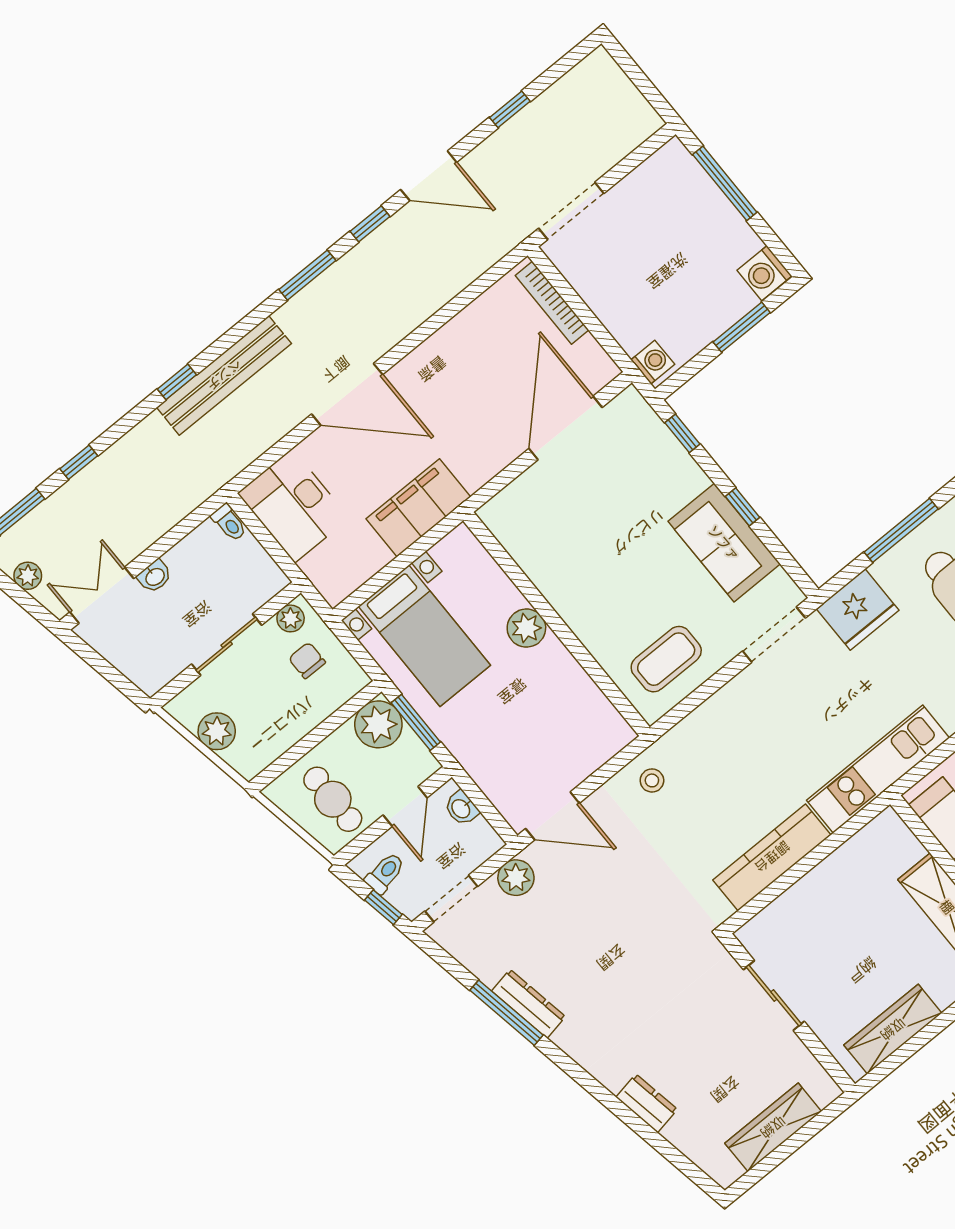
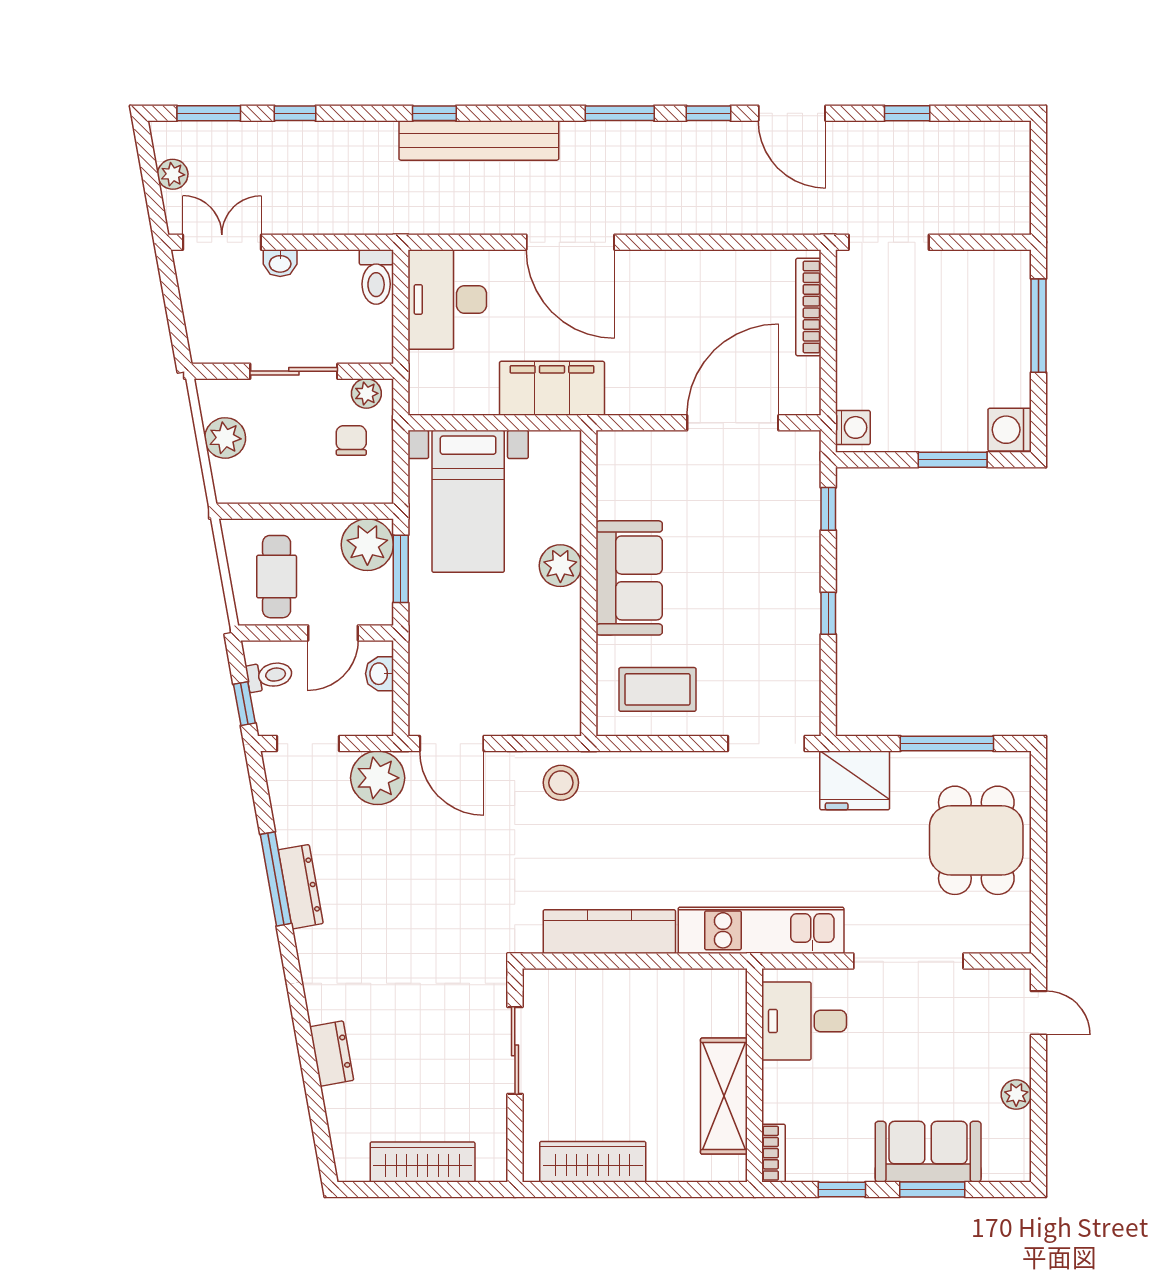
toilet: (229, 523) -> (376, 277), width x1.37, depth x1.39
sofa: (724, 543) -> (629, 578), moved, turned 180
stool: (652, 780) -> (561, 783), width x1.37, depth x1.37
plant: (516, 878) -> (378, 778), width x1.36, depth x1.36

